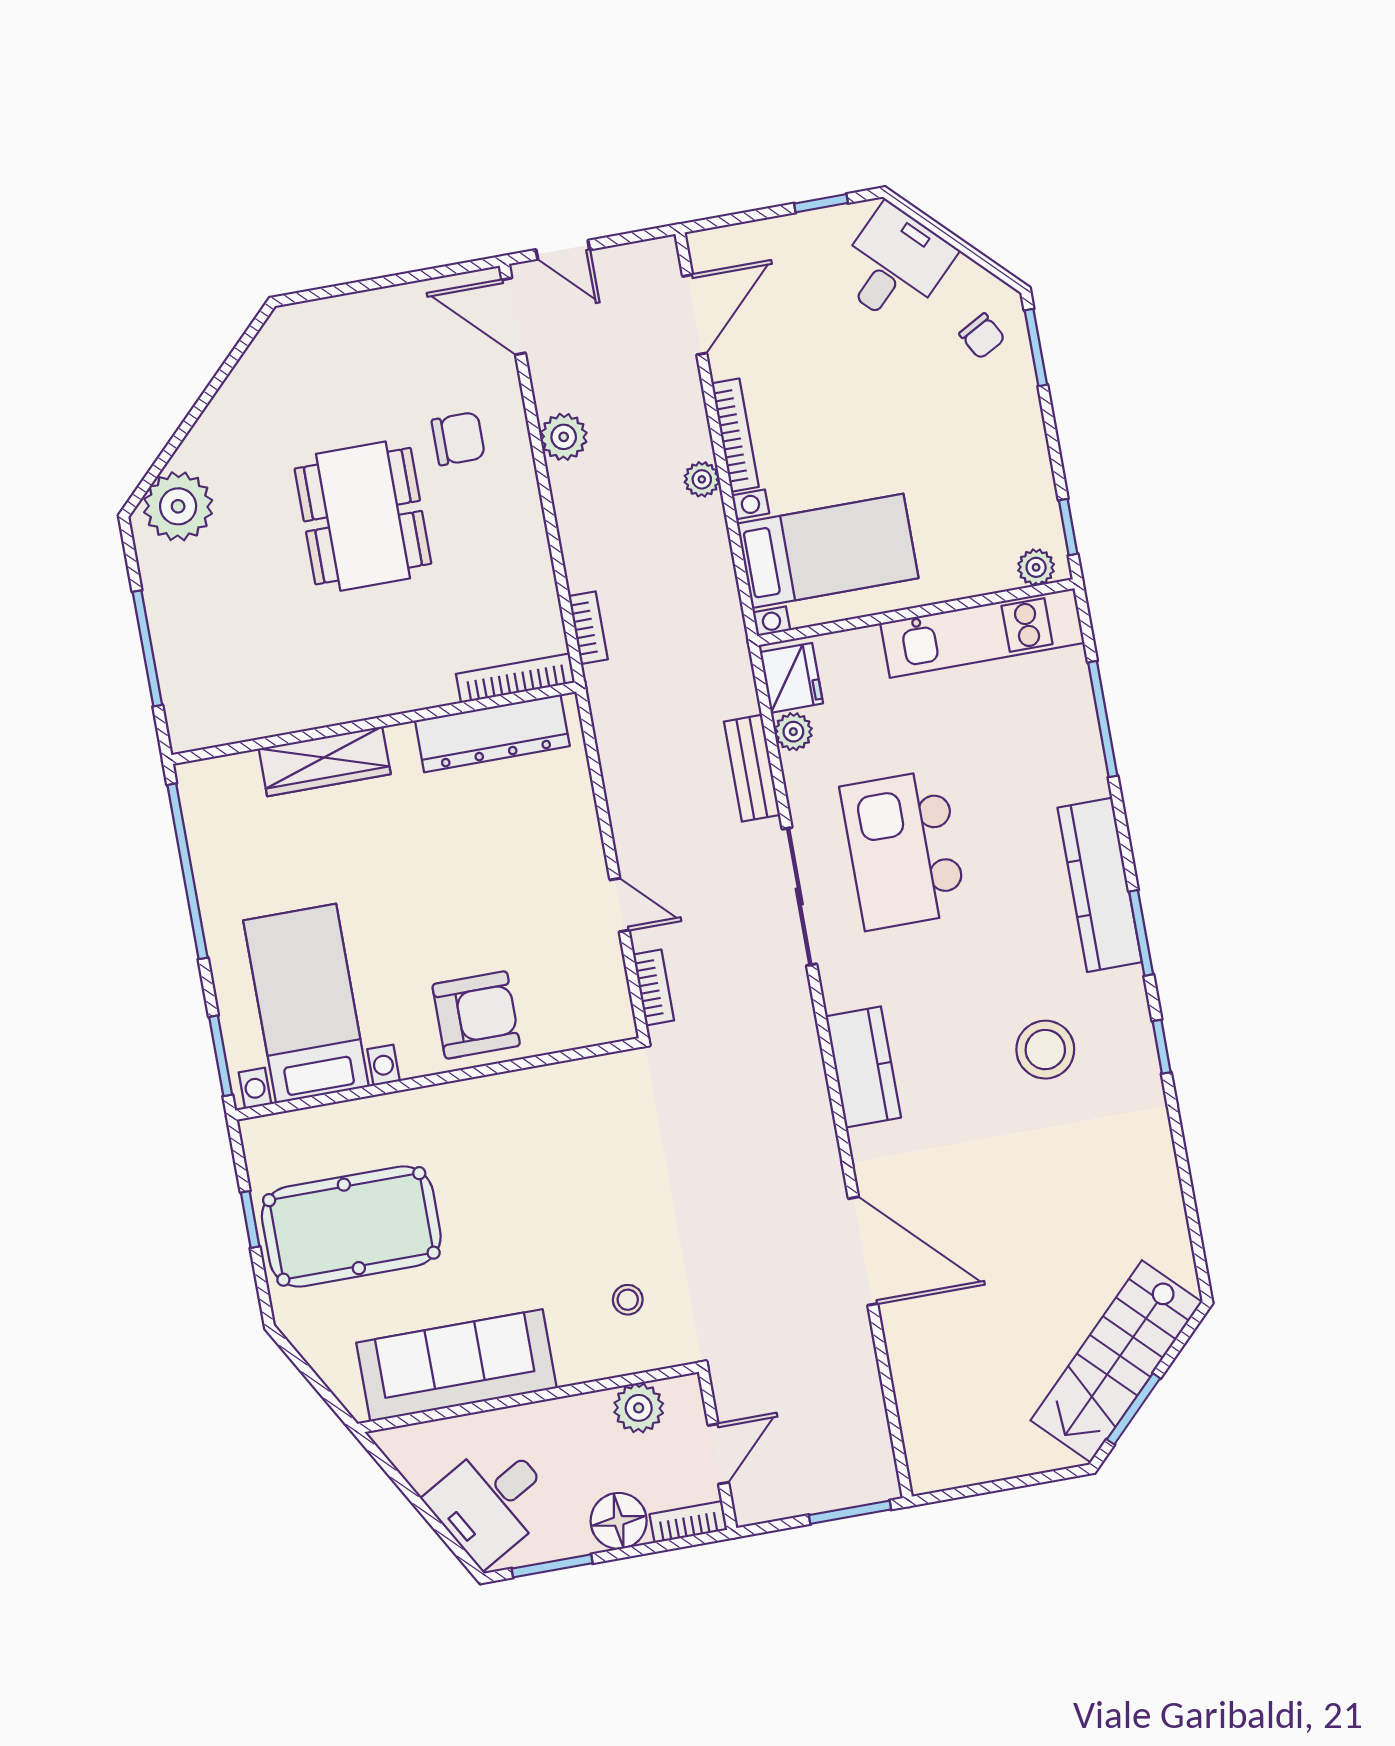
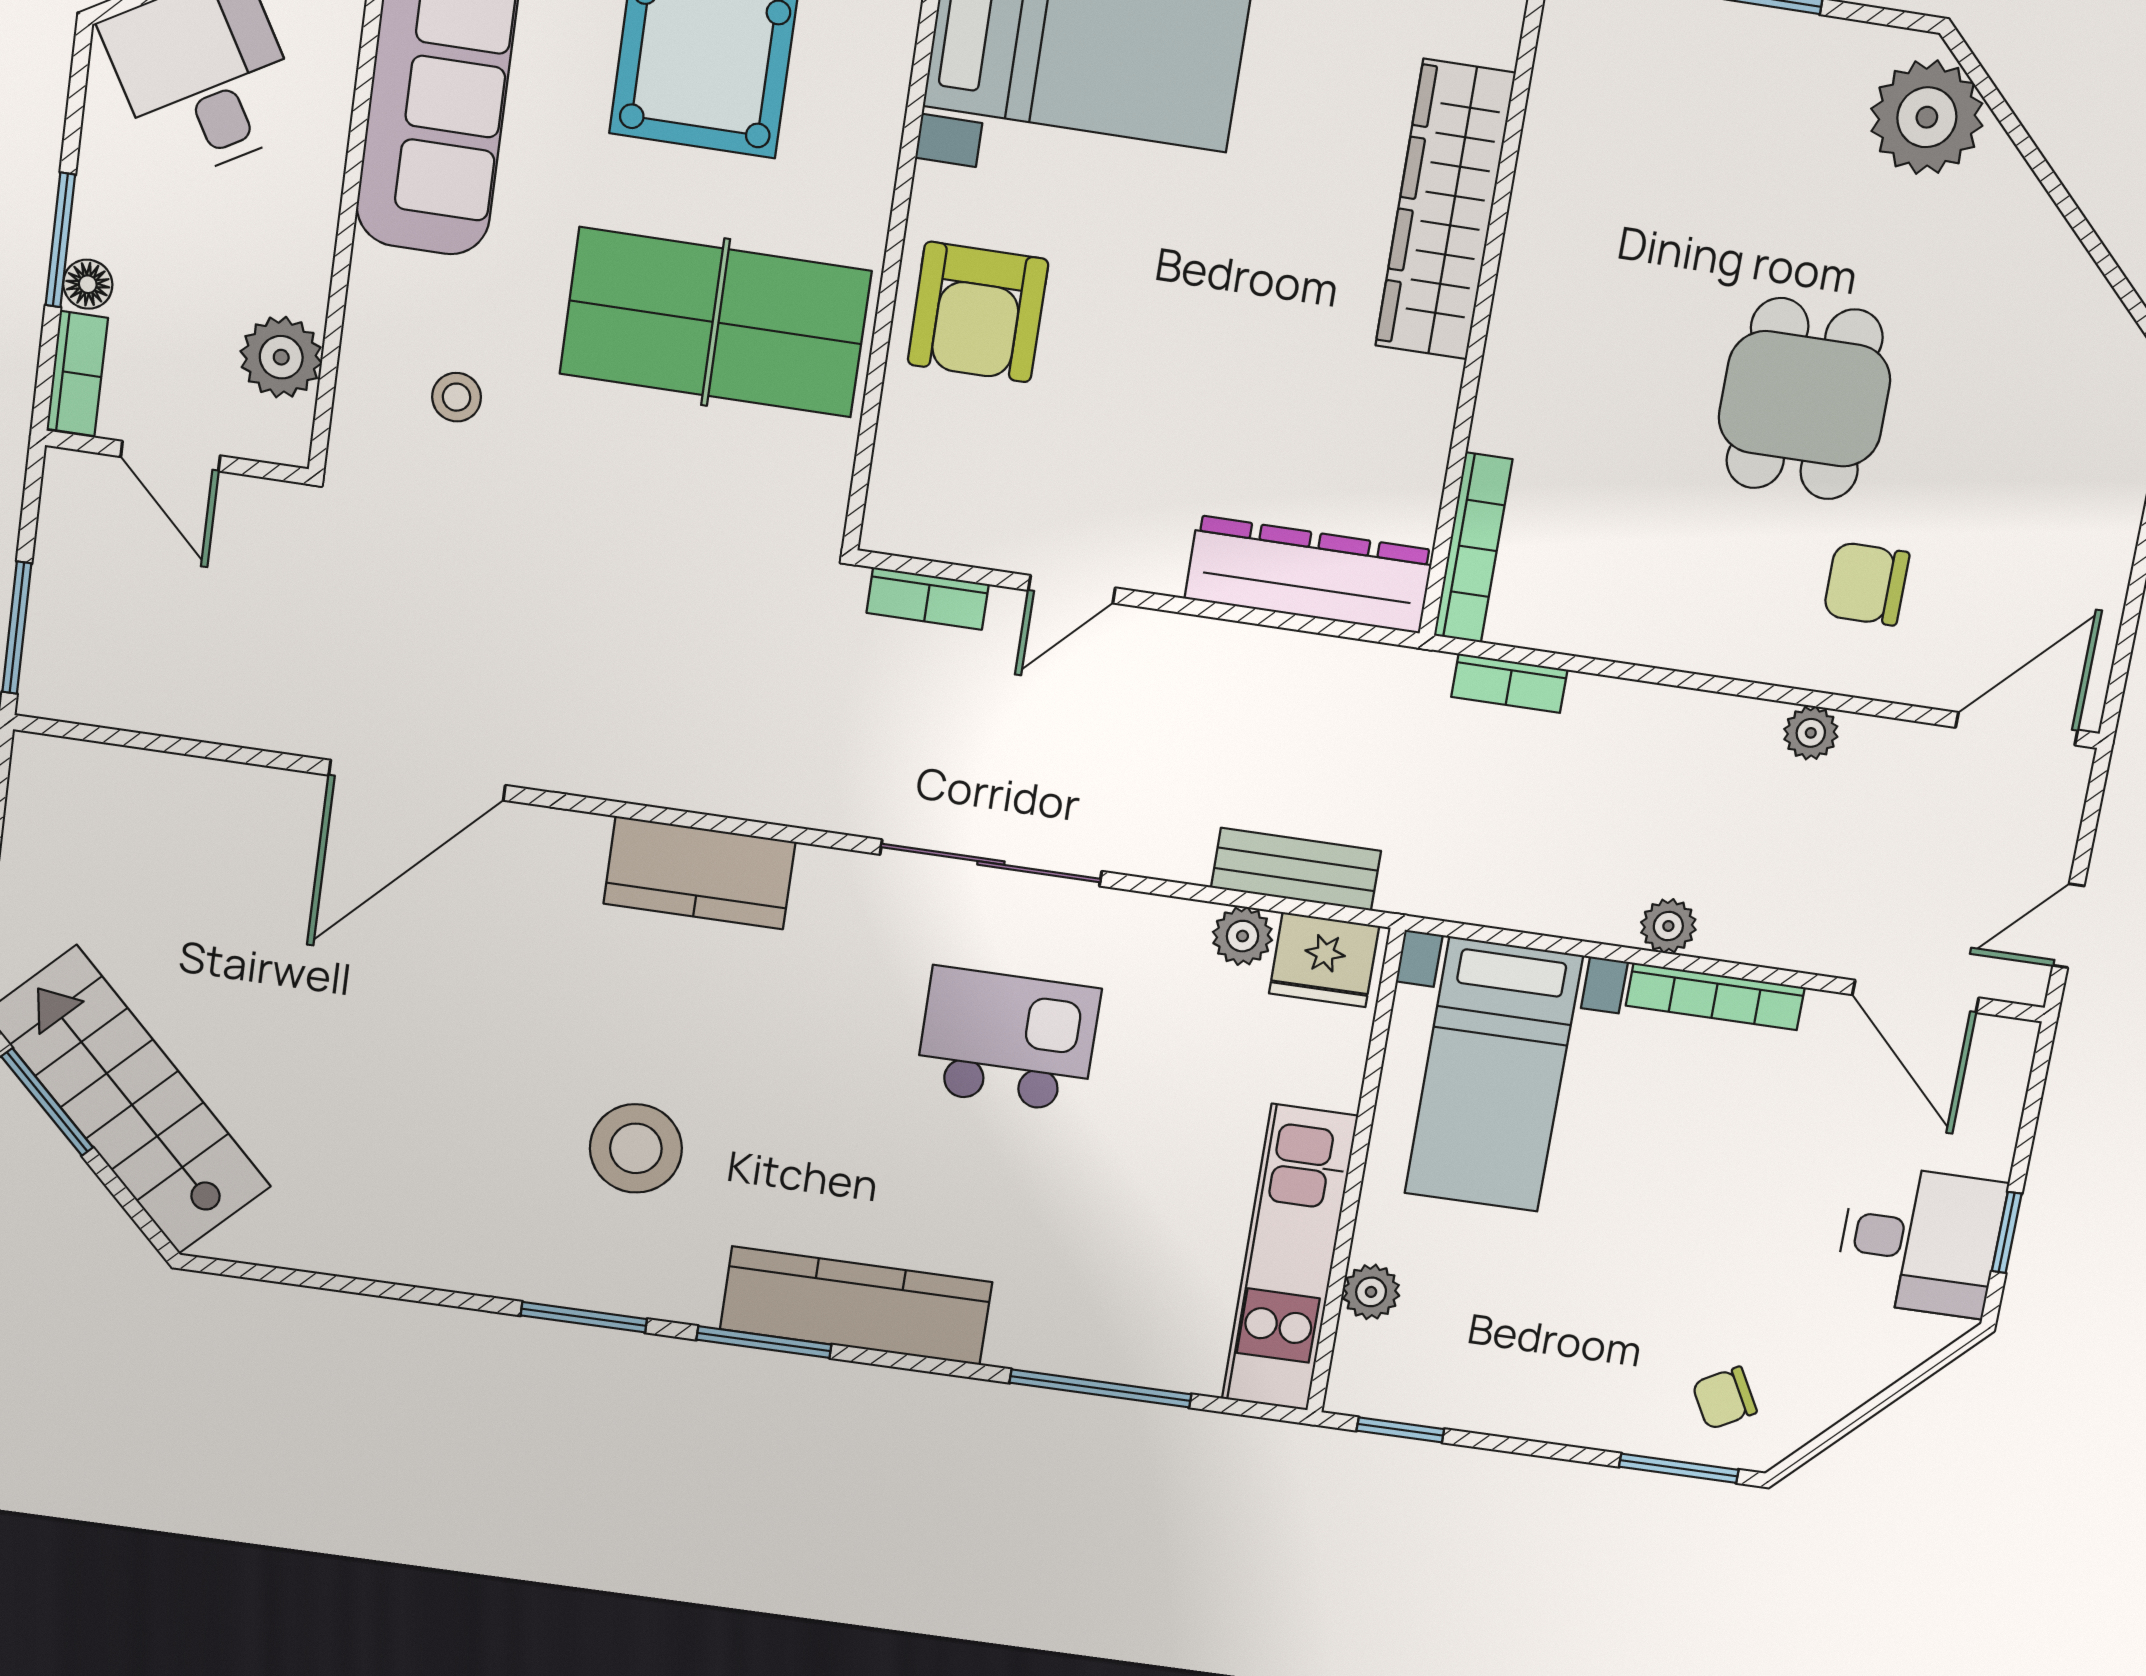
door: (563, 250) -> (2068, 926), moved
desk: (894, 265) -> (1920, 1241), moved, turned -45
plant: (564, 437) -> (1811, 733), width x0.73, depth x0.73
chair: (458, 439) -> (1866, 584), turned 90
dining table: (363, 516) -> (1804, 399), width x0.73
plant: (1036, 567) -> (1371, 1292), moved
dresser: (492, 733) -> (1309, 574), moved, turned 90
wardrobe: (325, 761) -> (1445, 210), width x1.40, depth x1.17
bench: (752, 768) -> (1296, 869), moved
kitchen island: (904, 850) -> (1008, 1040), width x0.73, depth x0.78
window: (1162, 1047) -> (584, 1317), width x1.50
table tennis table: (534, 1164) -> (716, 322), added
floor lamp: (619, 1521) -> (88, 284), width x0.53, depth x0.53
window: (552, 1566) -> (60, 240), moved

